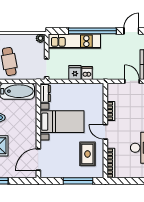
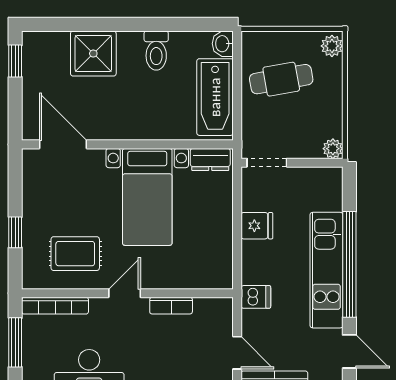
kitchen unit: (74, 41) -> (327, 270), moved
dishwasher: (87, 73) -> (256, 297), moved
door: (132, 81) -> (237, 353), hinge flipped
window: (78, 181) -> (15, 232), width x0.46
window: (127, 181) -> (15, 342), added

